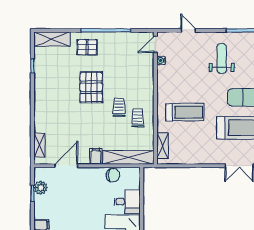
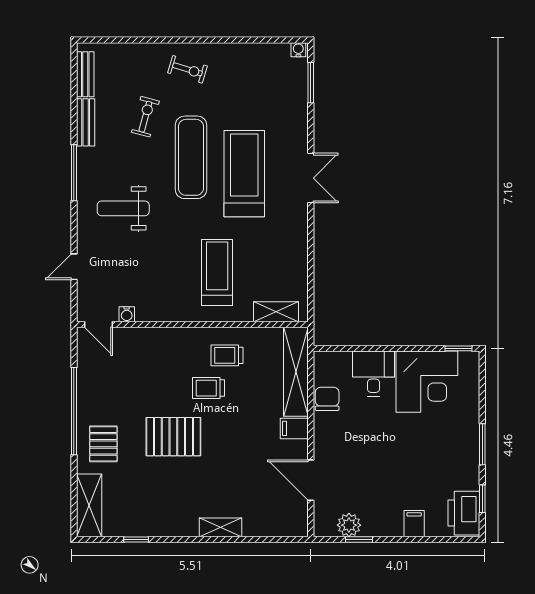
shelving: (39, 145) -> (220, 527), moved

